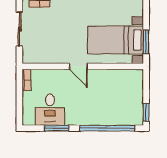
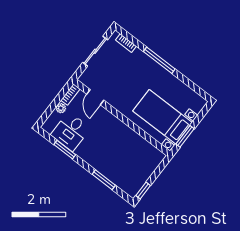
door: (78, 66) -> (95, 97), moved
plant: (27, 97) -> (61, 108), added
window: (107, 128) -> (104, 180), width x0.47

